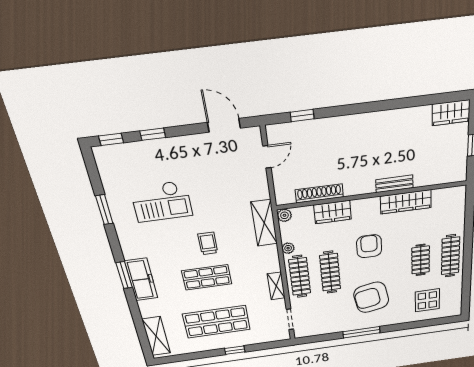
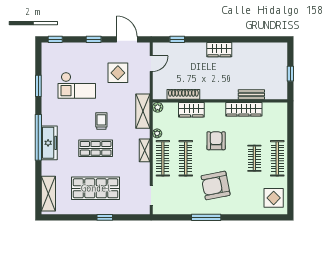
wardrobe: (451, 113) -> (219, 50), moved
window: (153, 134) -> (94, 39), moved
display table: (219, 176) -> (118, 73), added
bench: (394, 184) -> (251, 94), moved
window: (124, 275) -> (38, 137), width x2.11
shelving: (276, 286) -> (145, 150), moved
display table: (427, 300) -> (274, 198), moved

